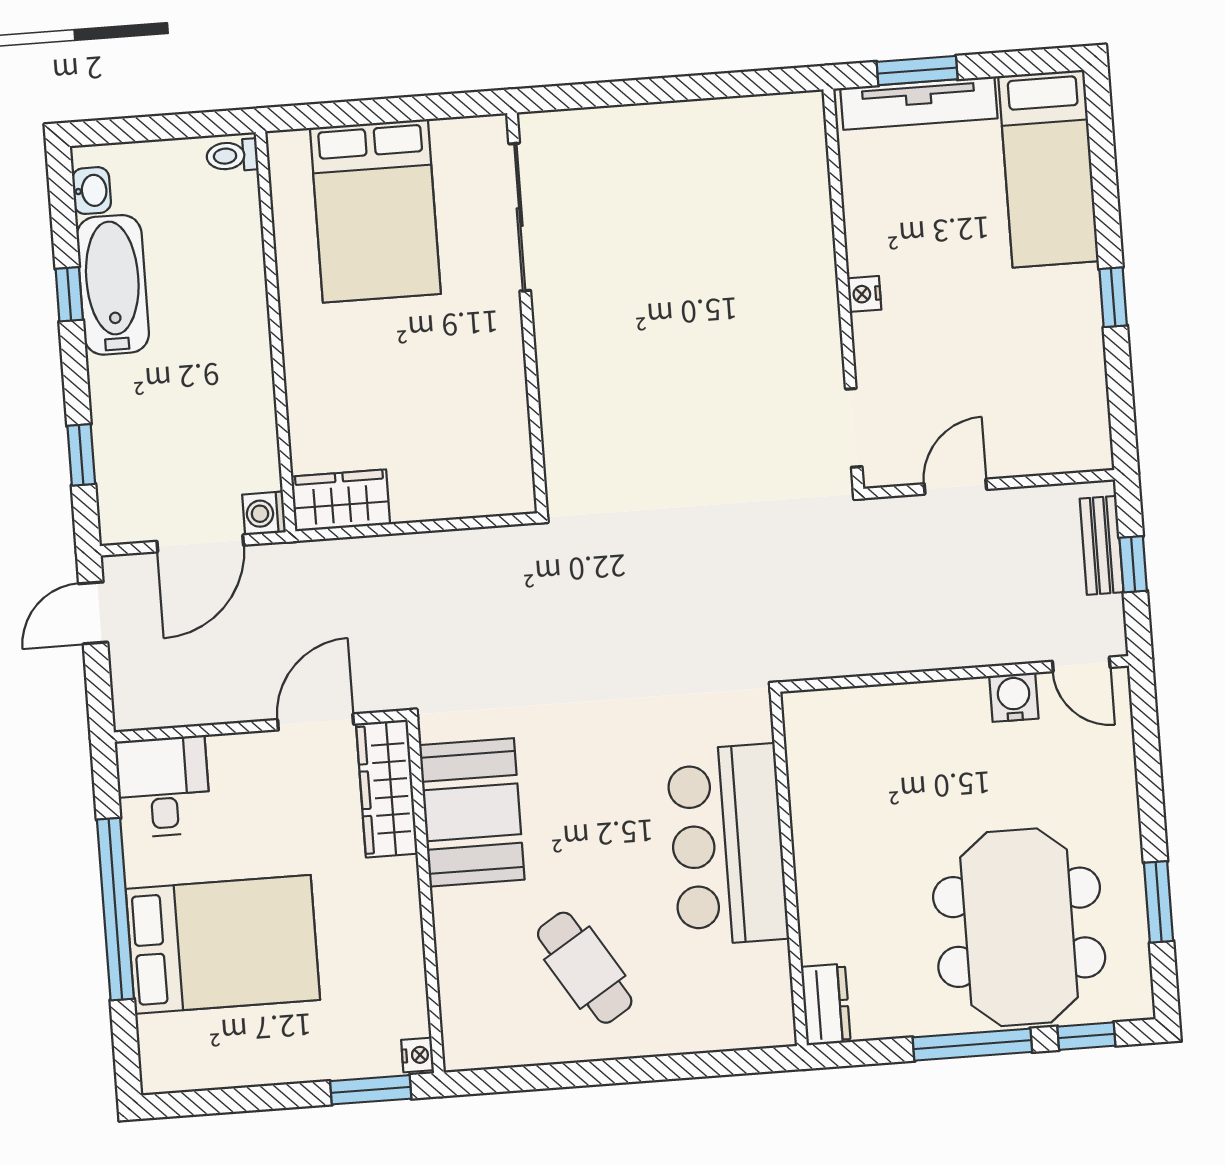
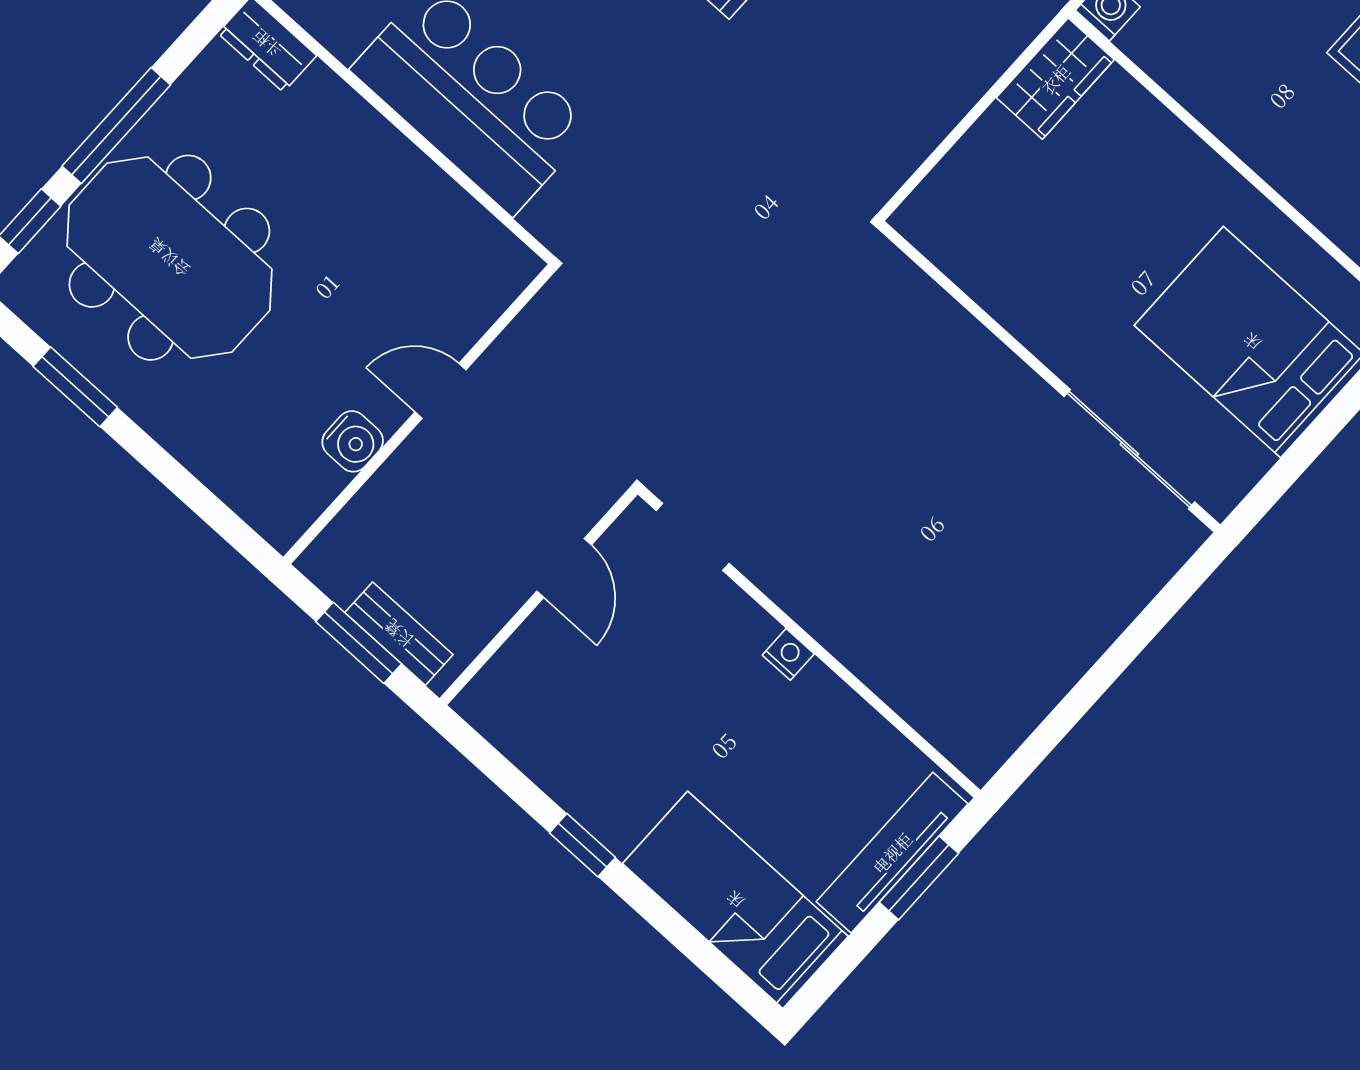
window: (1133, 564) -> (359, 643), width x1.50
door: (1081, 664) -> (440, 391), moved

